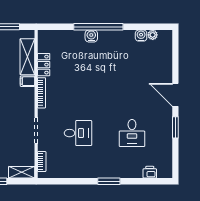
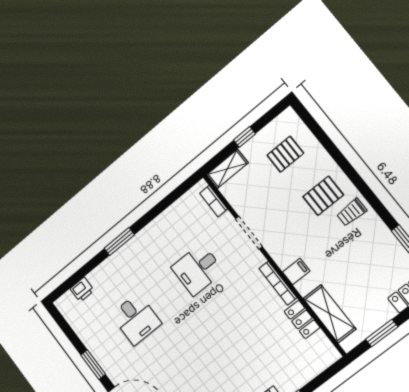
filing cabinet: (28, 81) -> (296, 271), moved
desk: (132, 133) -> (136, 319), turned 180

